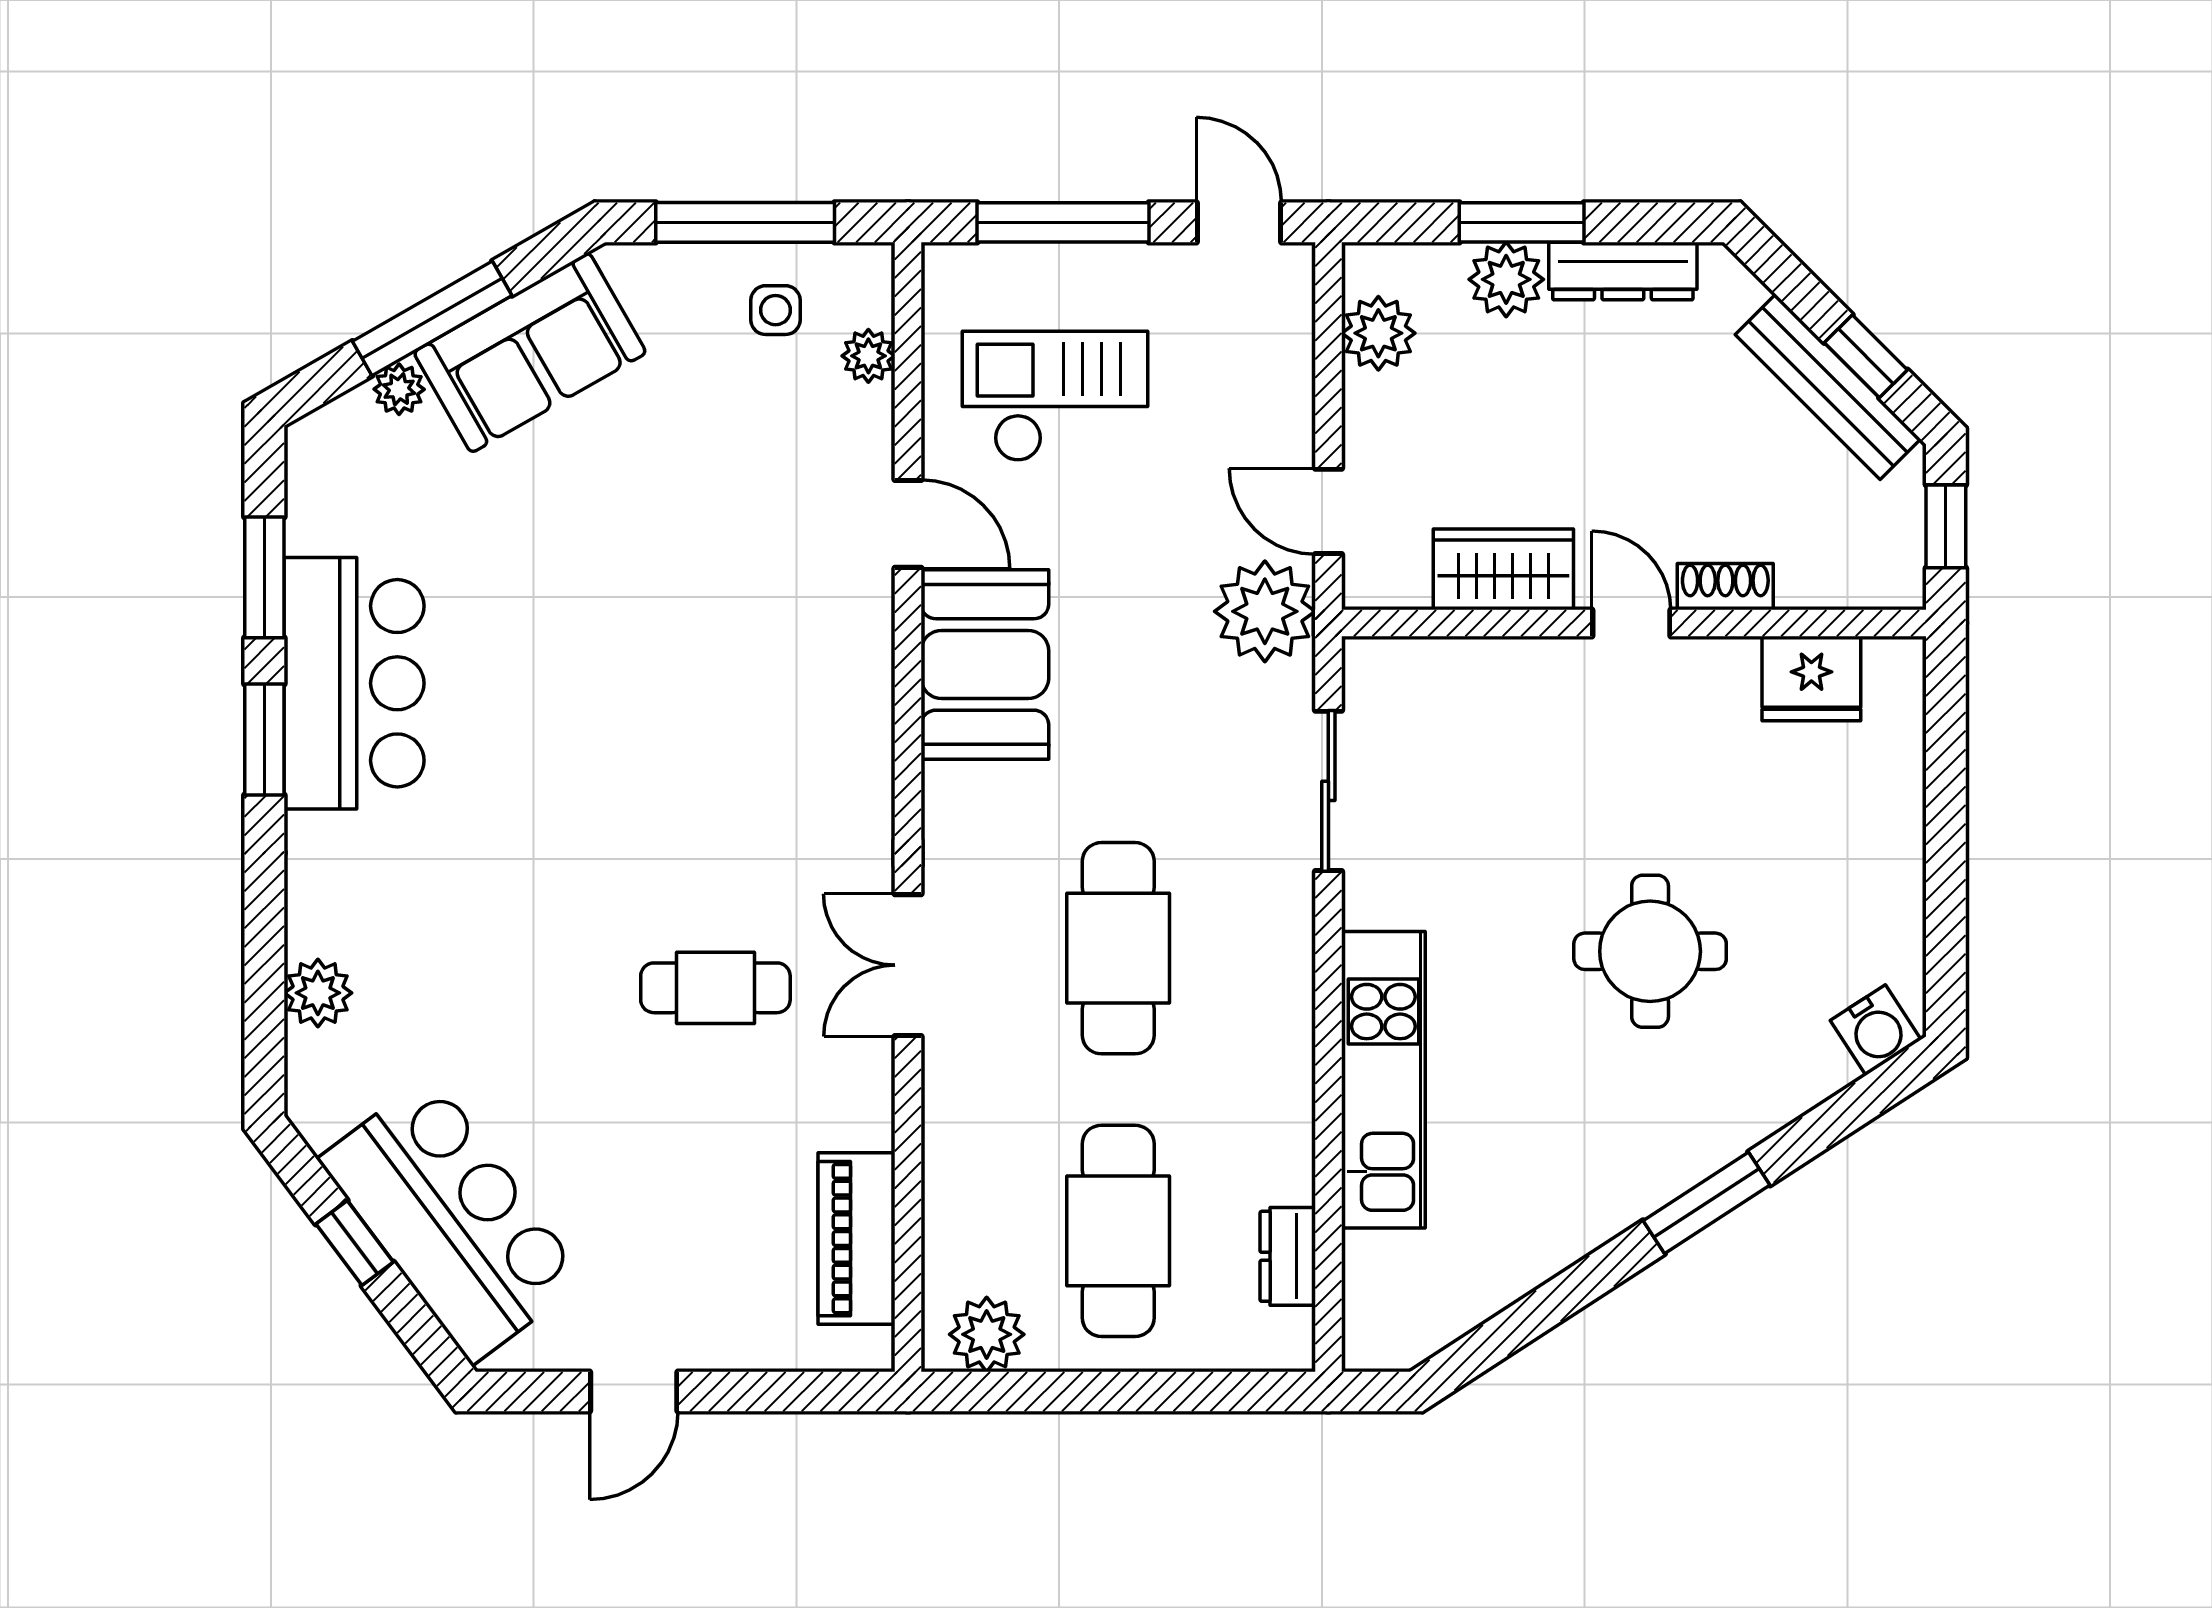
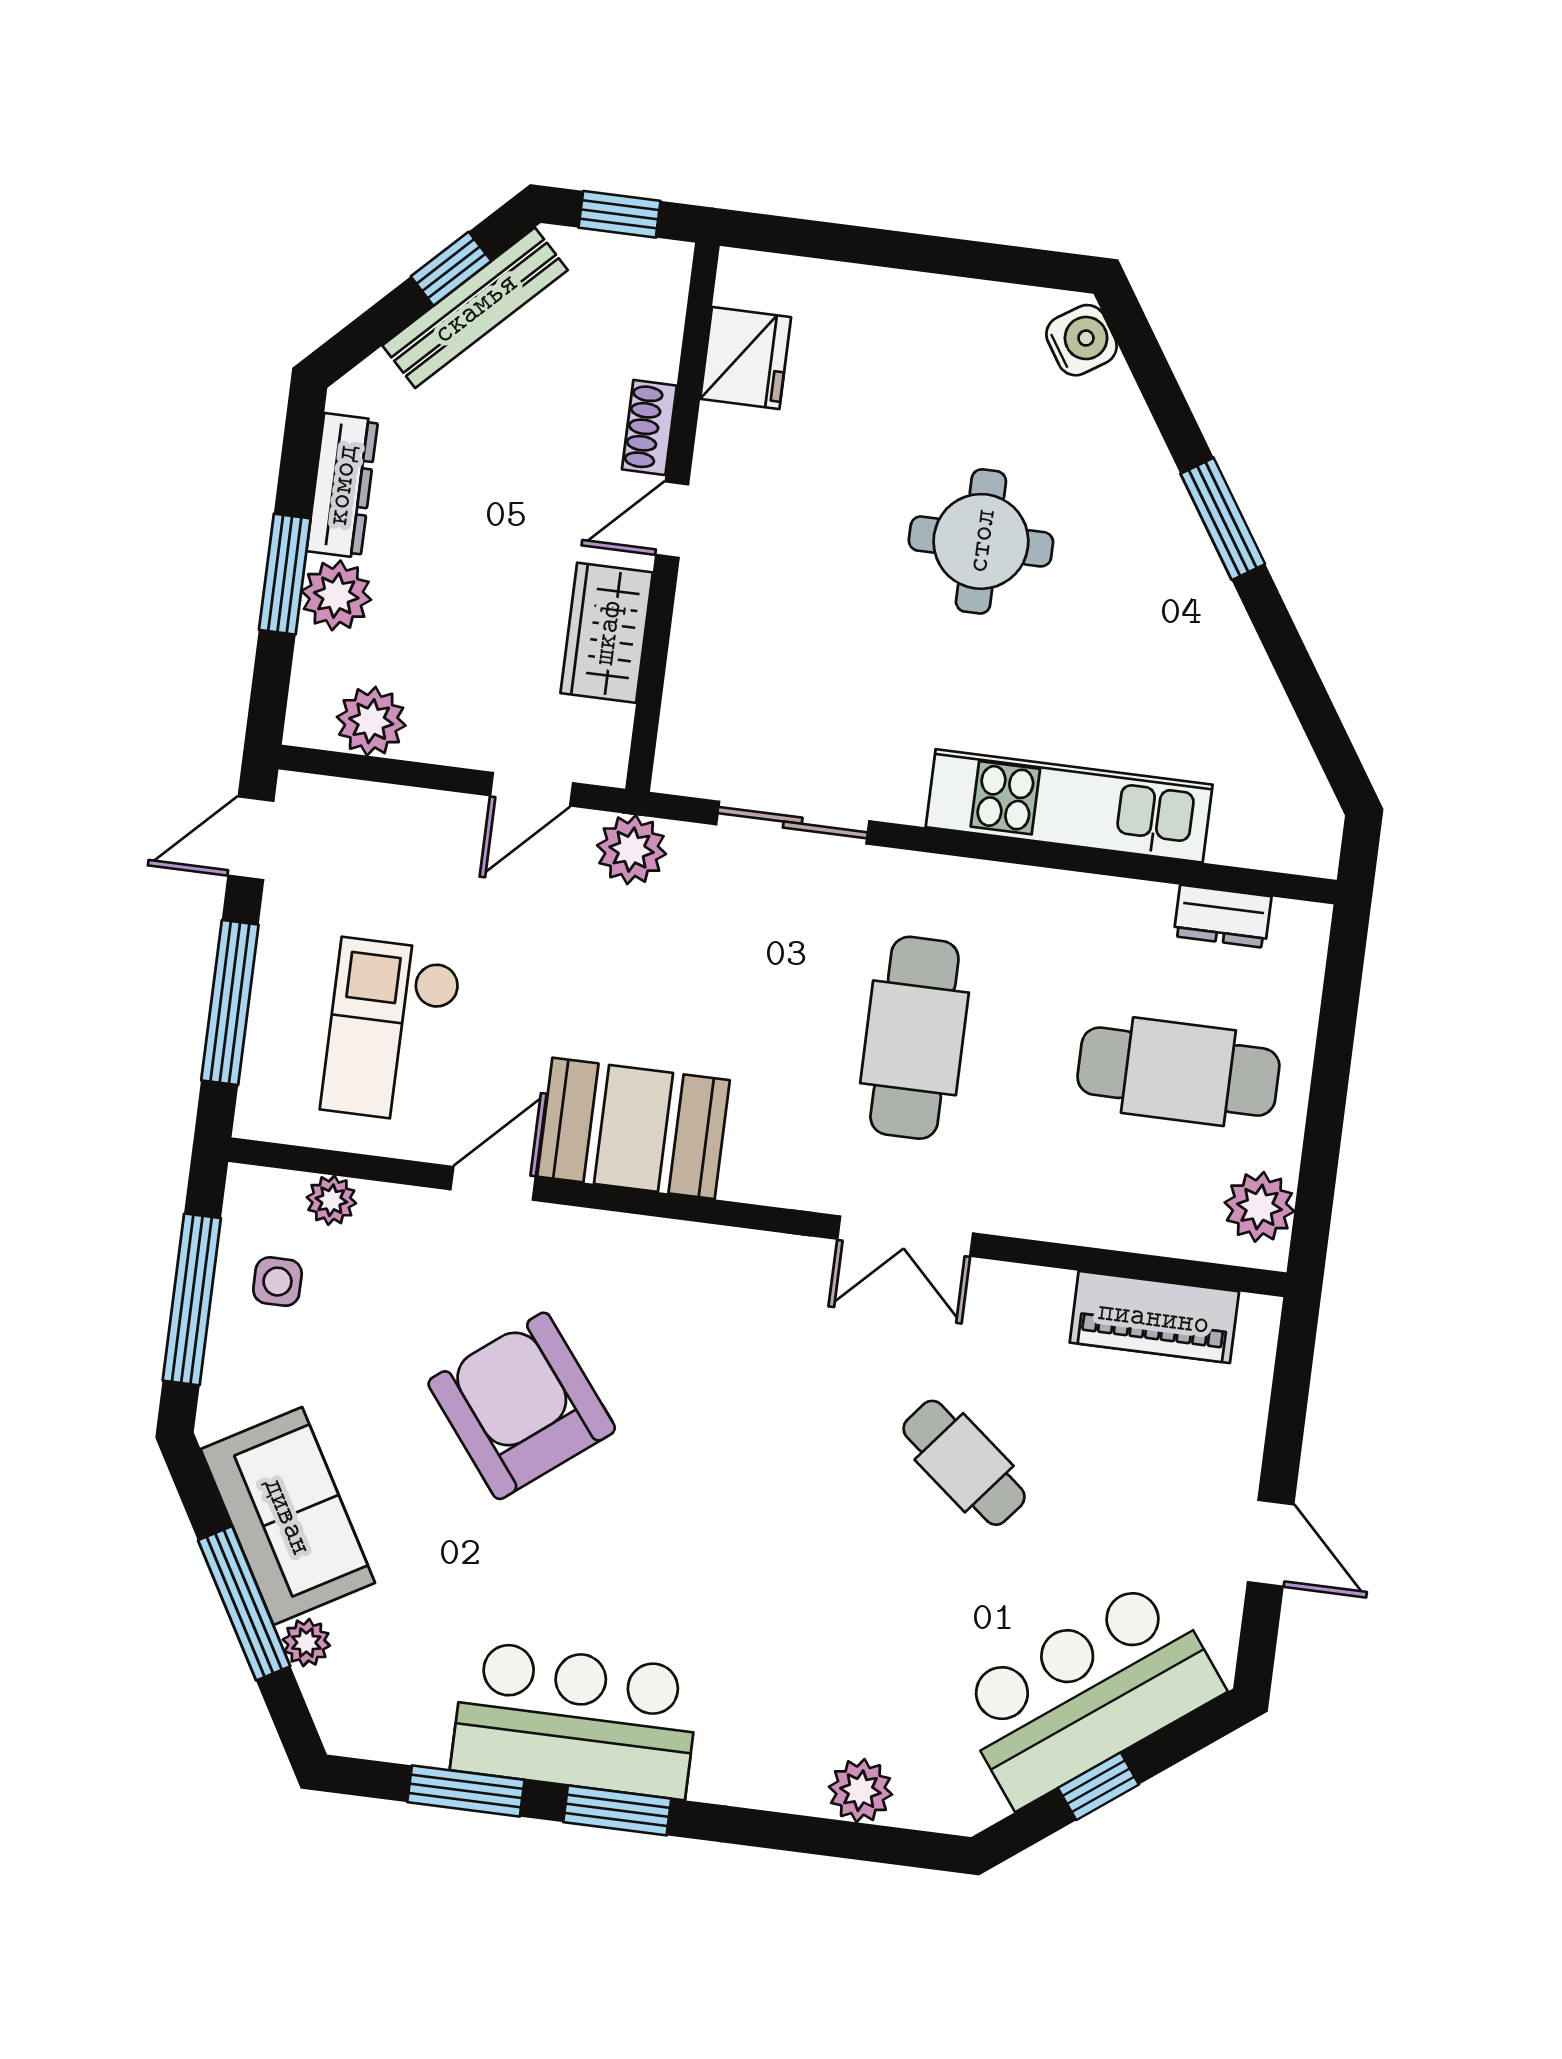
armchair: (677, 584) -> (522, 1406), added
plant: (1265, 611) -> (632, 850), width x0.73, depth x0.73
cafe table: (1118, 948) -> (914, 1038), turned 90
cafe table: (715, 988) -> (964, 1463), moved, turned -51

